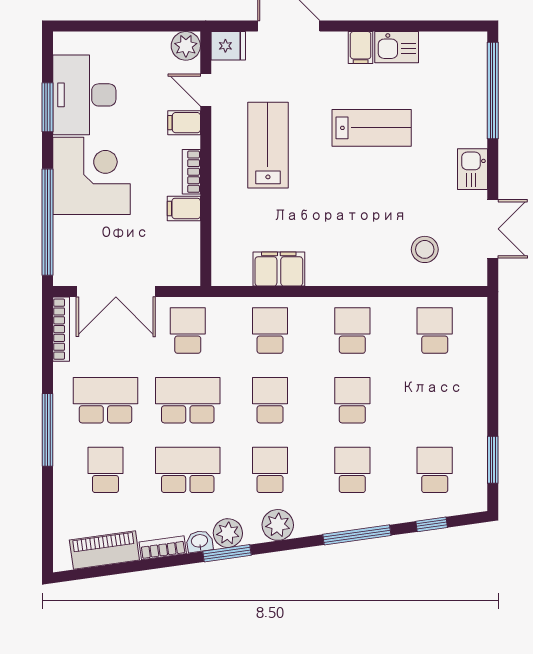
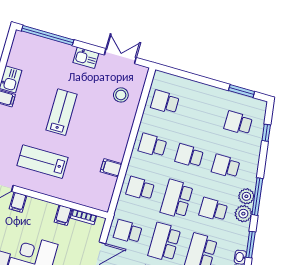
lab bench: (372, 128) -> (62, 112), moved
bookcase: (191, 172) -> (84, 217), moved
filing cabinet: (279, 269) -> (111, 168), width x0.50
school desk: (270, 400) -> (177, 199), width x1.85
plant: (228, 533) -> (246, 196), moved
window: (357, 535) -> (257, 197), moved

